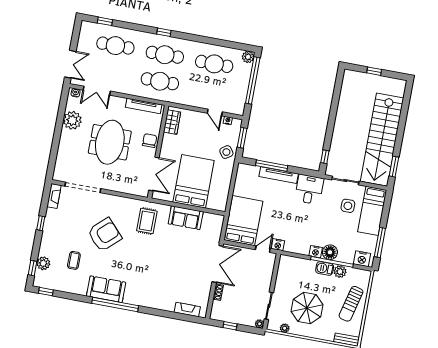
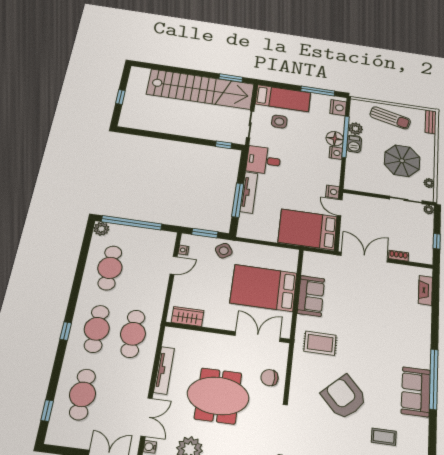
tv unit: (144, 106) -> (164, 370), moved
chair: (150, 141) -> (269, 378), moved

